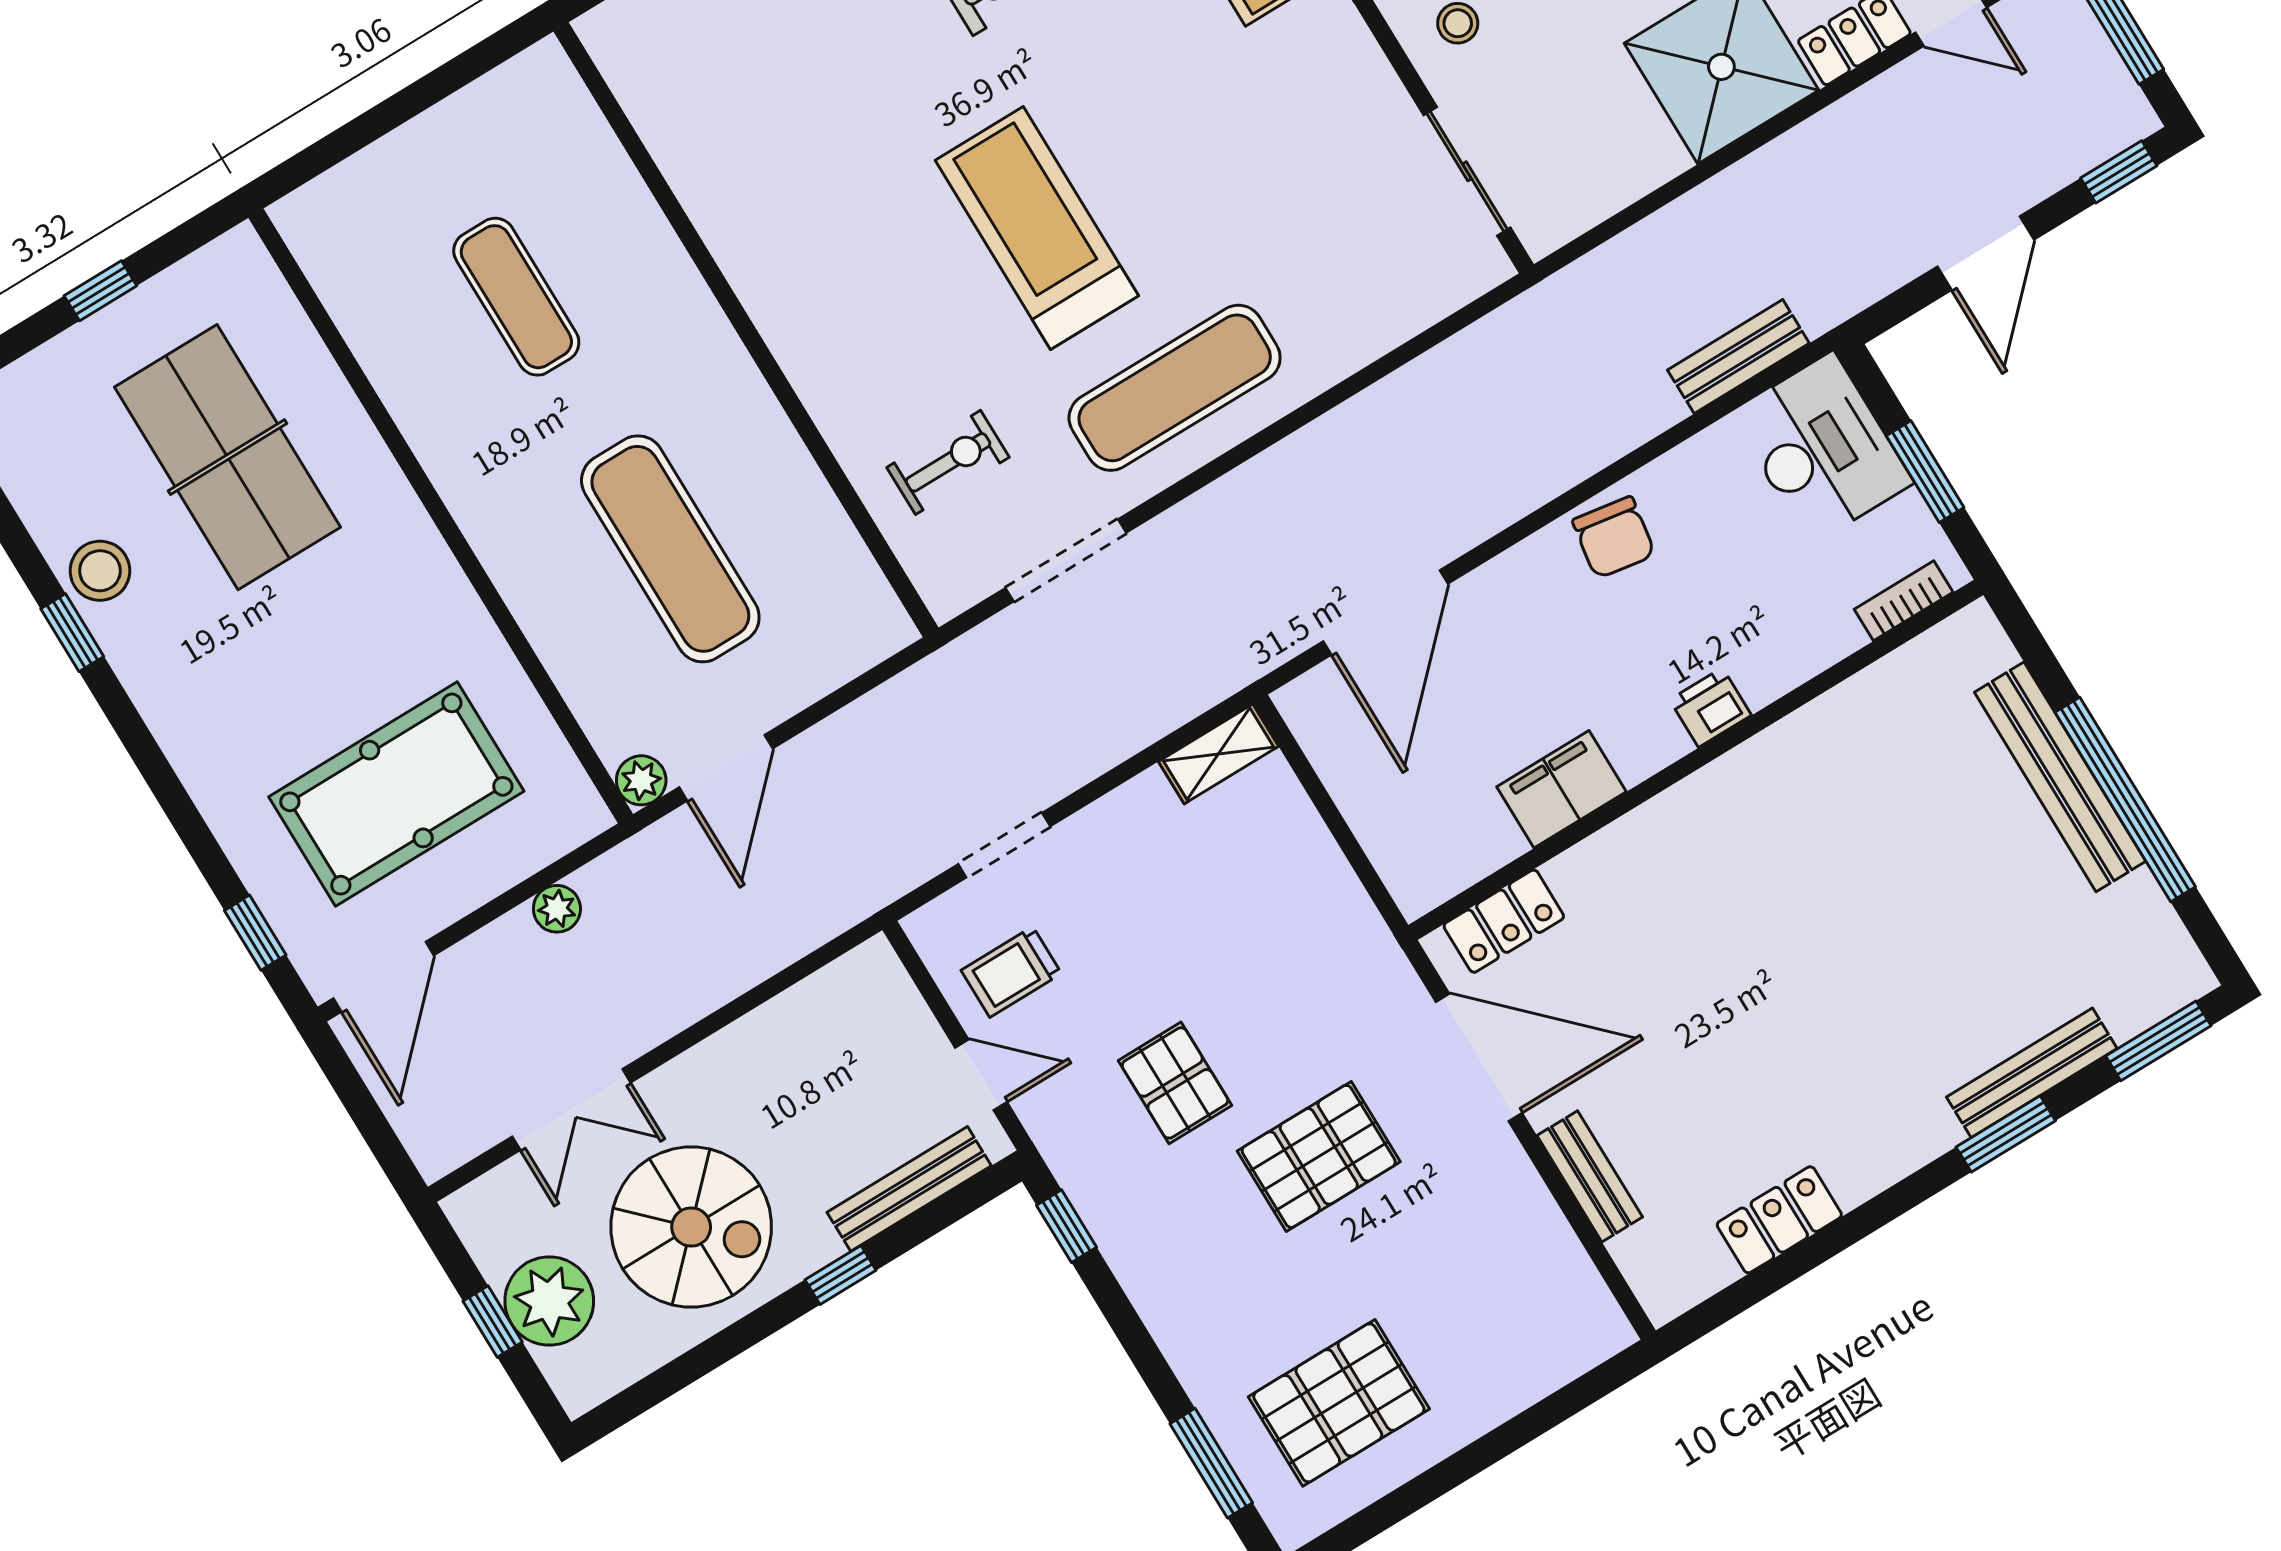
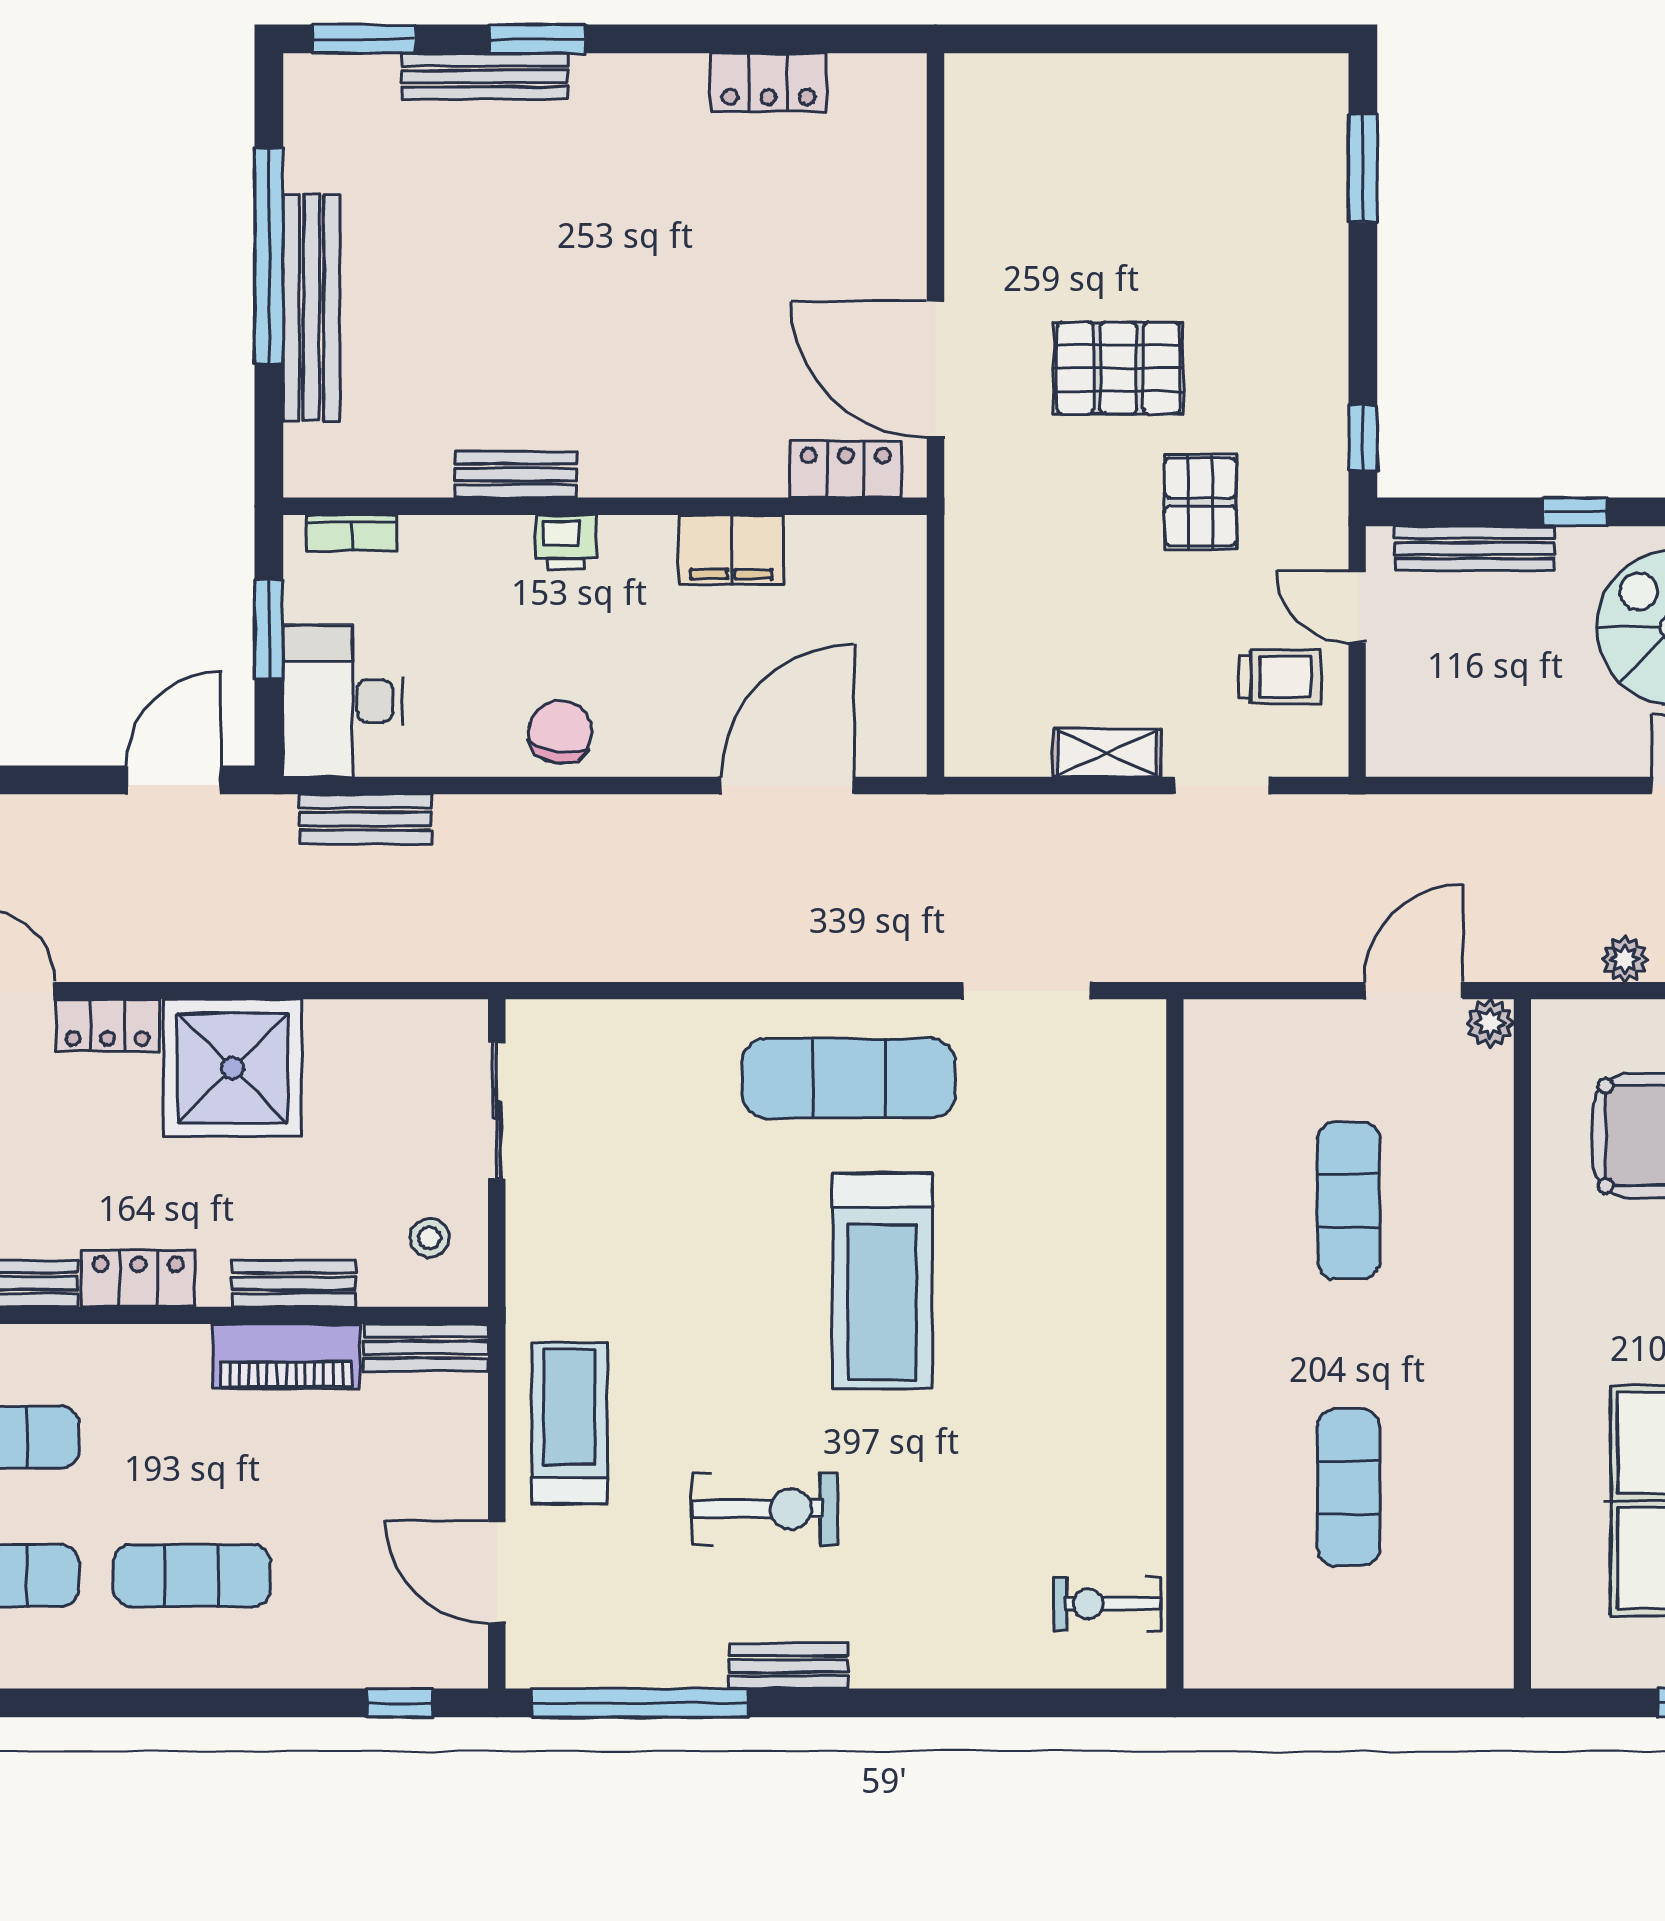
door: (1986, 253) -> (174, 780), moved
exercise bike: (948, 462) -> (1107, 1604), moved
exercise mat: (670, 549) -> (1349, 1200), width x0.73, depth x0.69
shelving: (1219, 754) -> (1107, 753), moved
bench: (1590, 1176) -> (516, 475), moved, turned 90
pallet: (1339, 1403) -> (1226, 154), removed

